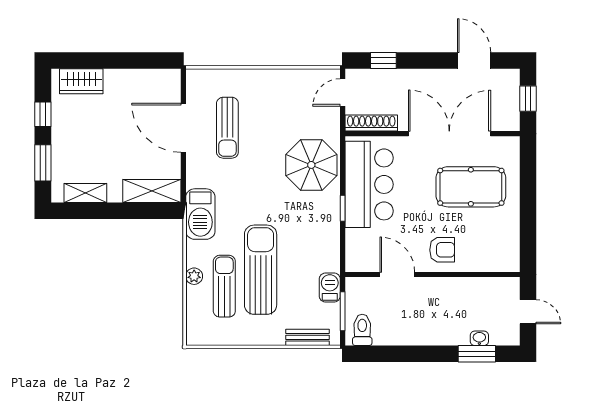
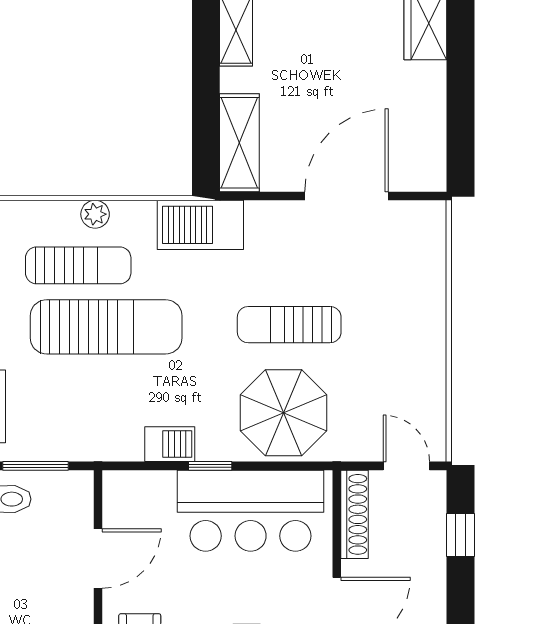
sun lounger: (227, 128) -> (289, 325), moved
barbecue: (330, 288) -> (170, 444), moved

